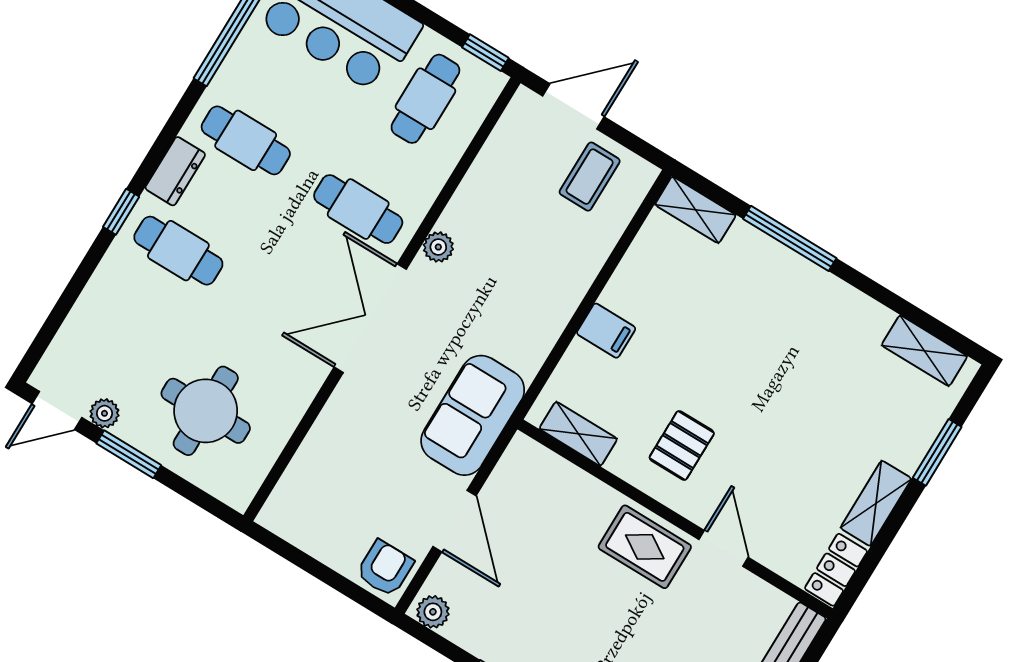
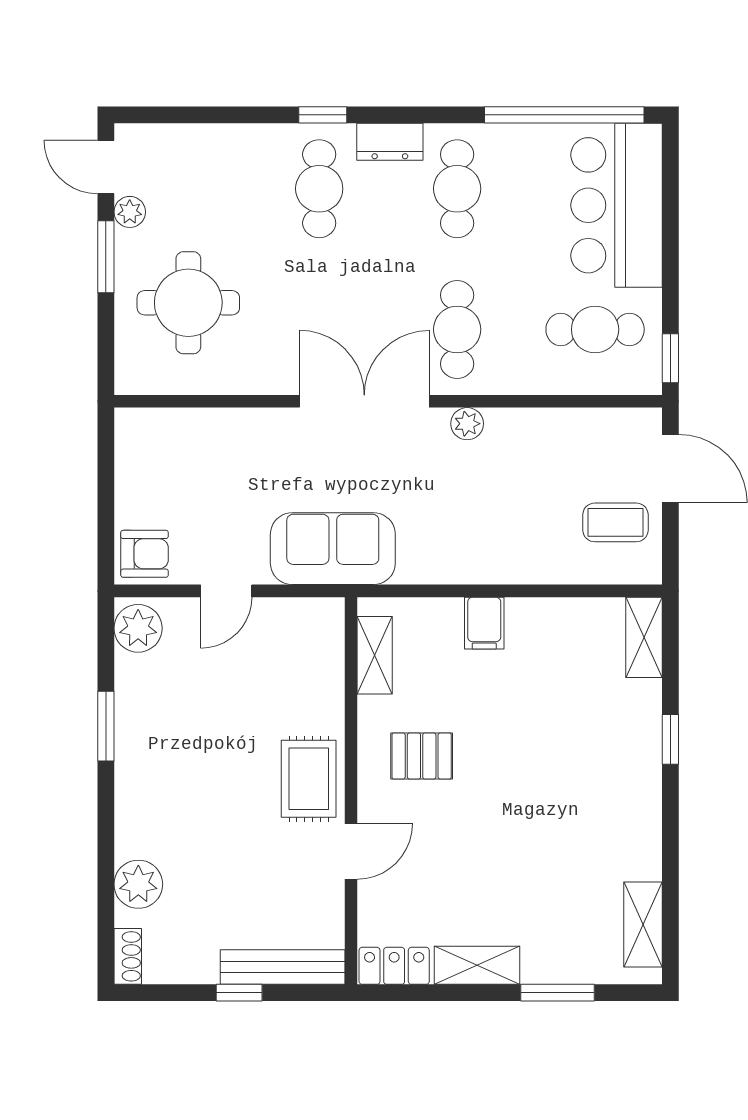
window: (790, 238) -> (670, 739), width x0.46
door: (454, 521) -> (226, 591), width x0.73
plant: (433, 612) -> (138, 628), width x1.38, depth x1.38

